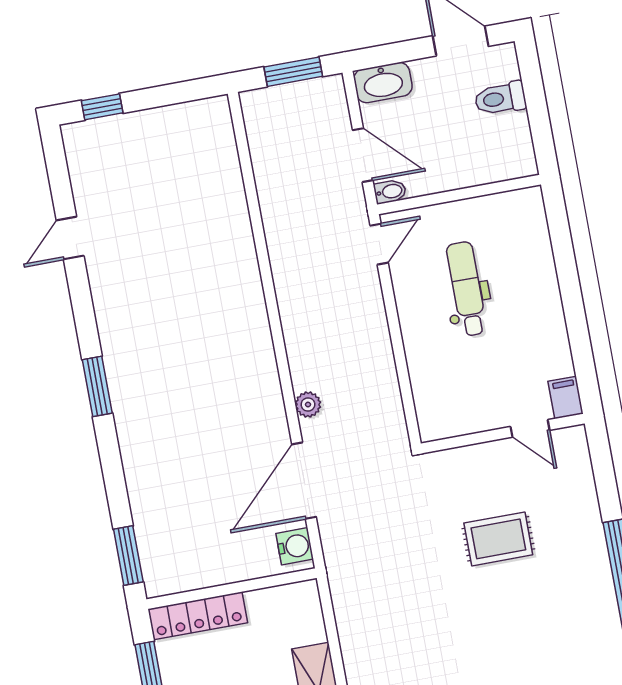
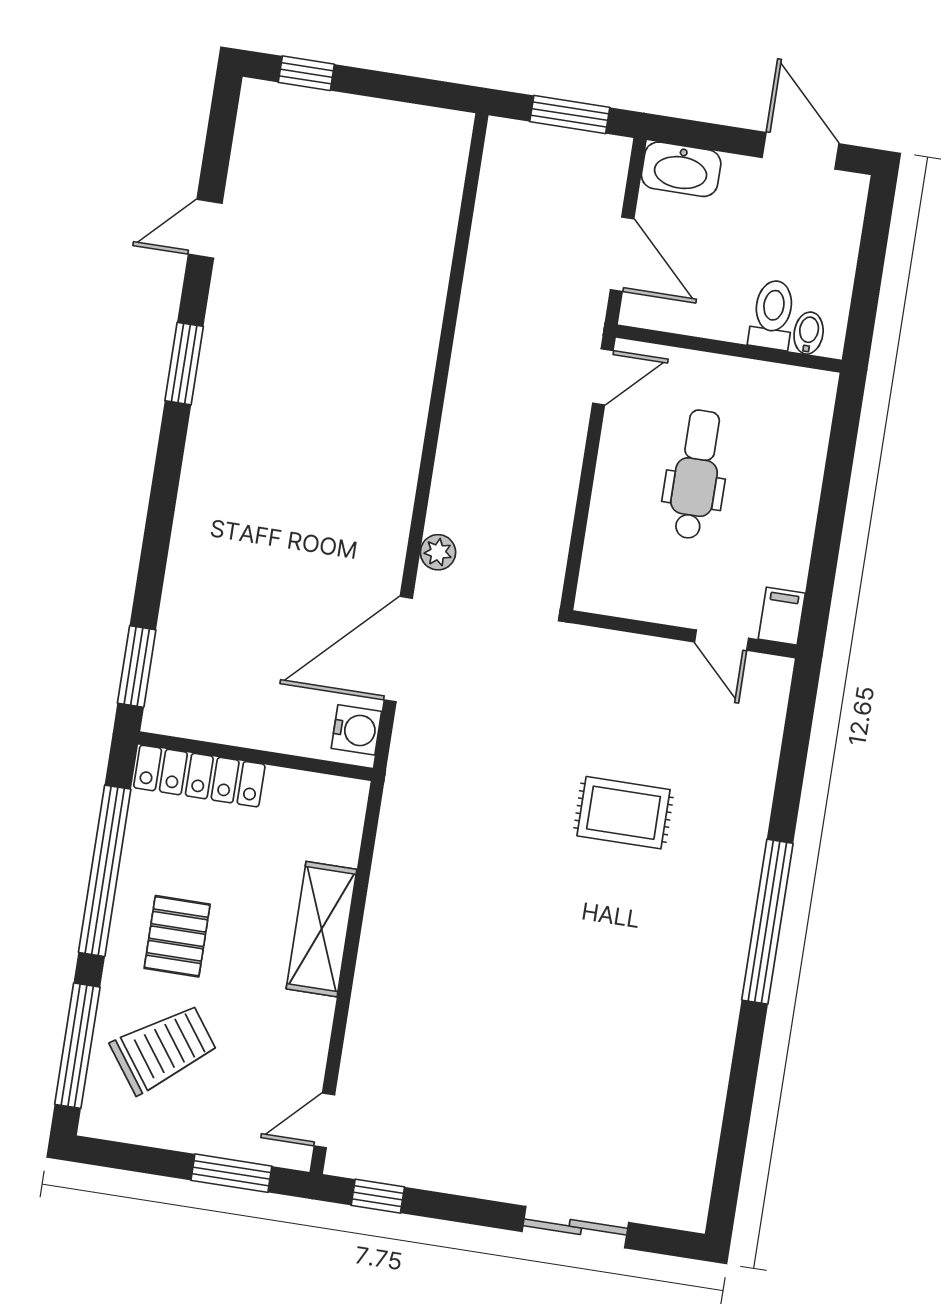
toilet: (500, 98) -> (773, 315), moved, turned 90
bidet: (390, 192) -> (809, 333), moved, turned -90
window: (97, 386) -> (184, 364), moved
filing cabinet: (566, 397) -> (782, 616), moved
door: (530, 428) -> (722, 640), moved
wall: (503, 433) -> (684, 634), moved

